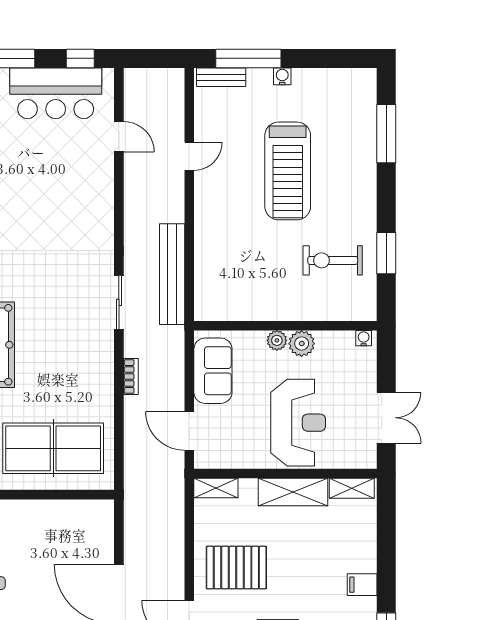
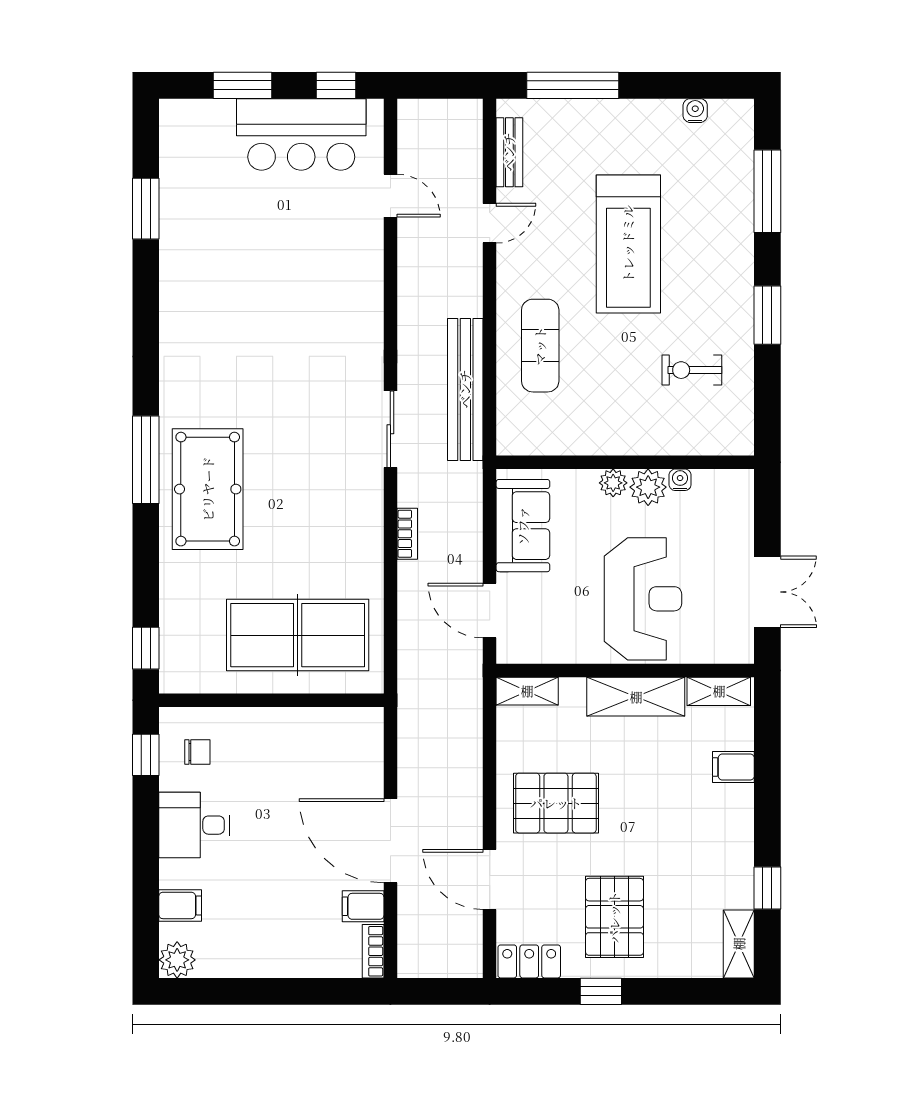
water cooler: (282, 76) -> (695, 111), moved
bench: (221, 77) -> (509, 152), moved, turned 90
exercise mat: (225, 243) -> (540, 346), added
window: (386, 253) -> (767, 315), moved
exercise bike: (333, 260) -> (692, 370), width x0.73, depth x0.72
water cooler: (364, 338) -> (680, 480), moved
filing cabinet: (362, 585) -> (733, 767), moved

